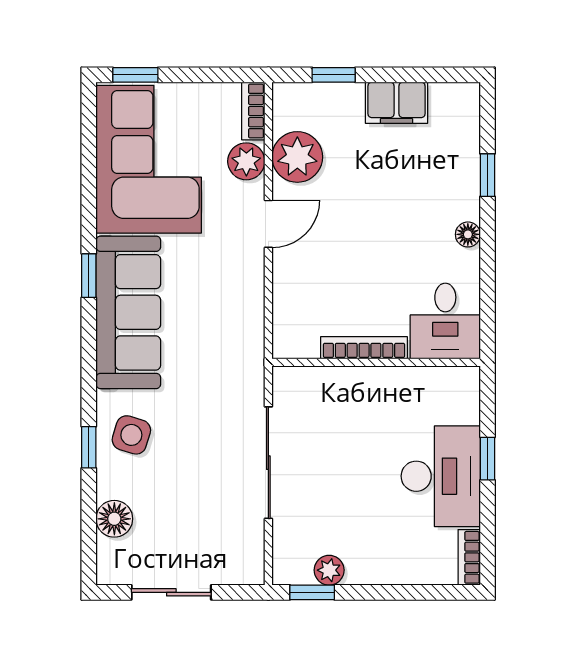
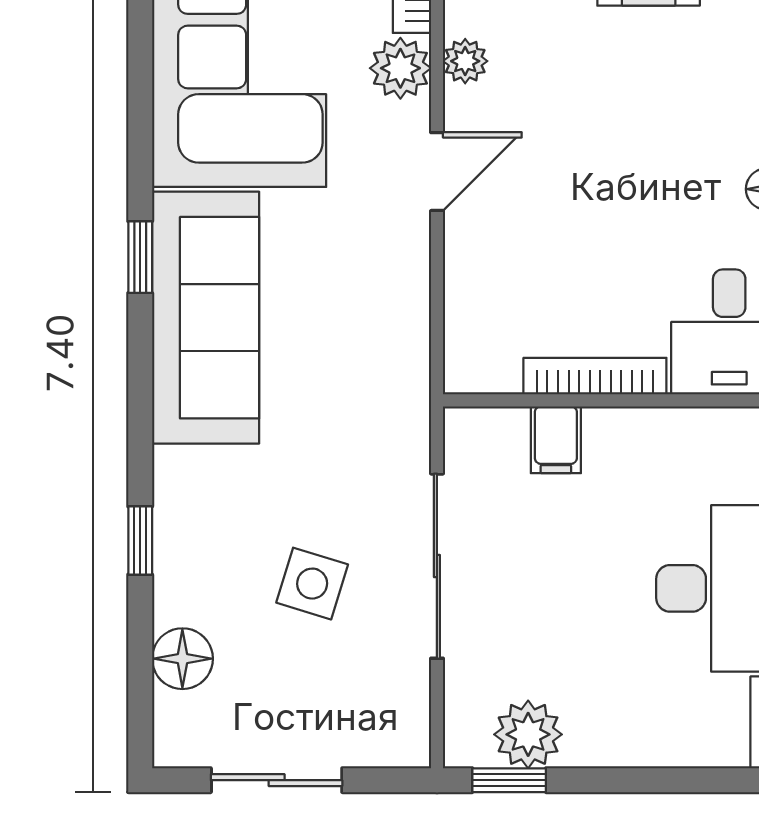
plant: (297, 157) -> (465, 61), width x0.53, depth x0.53
filing cabinet: (340, 386) -> (556, 440), added
side table: (131, 435) -> (312, 584), moved
plant: (329, 570) -> (528, 734), width x1.38, depth x1.38

